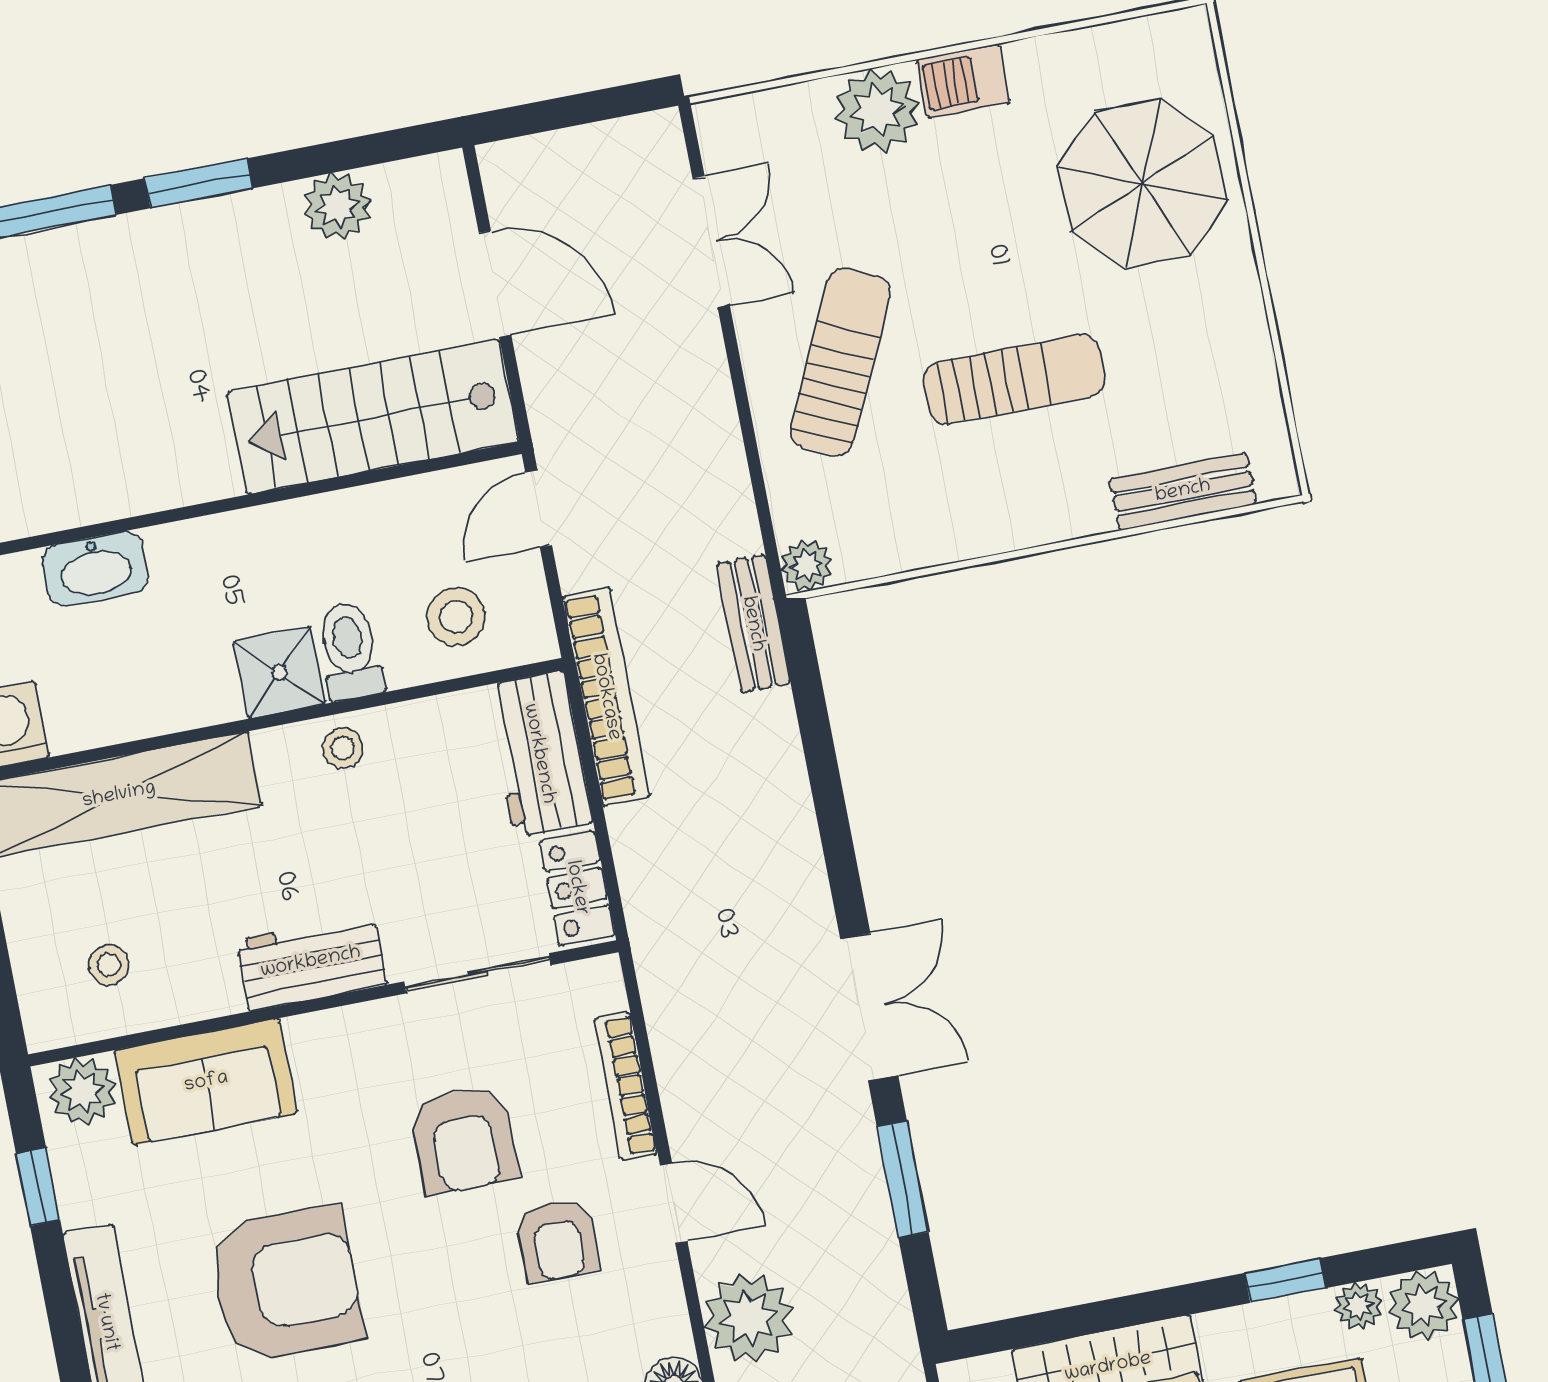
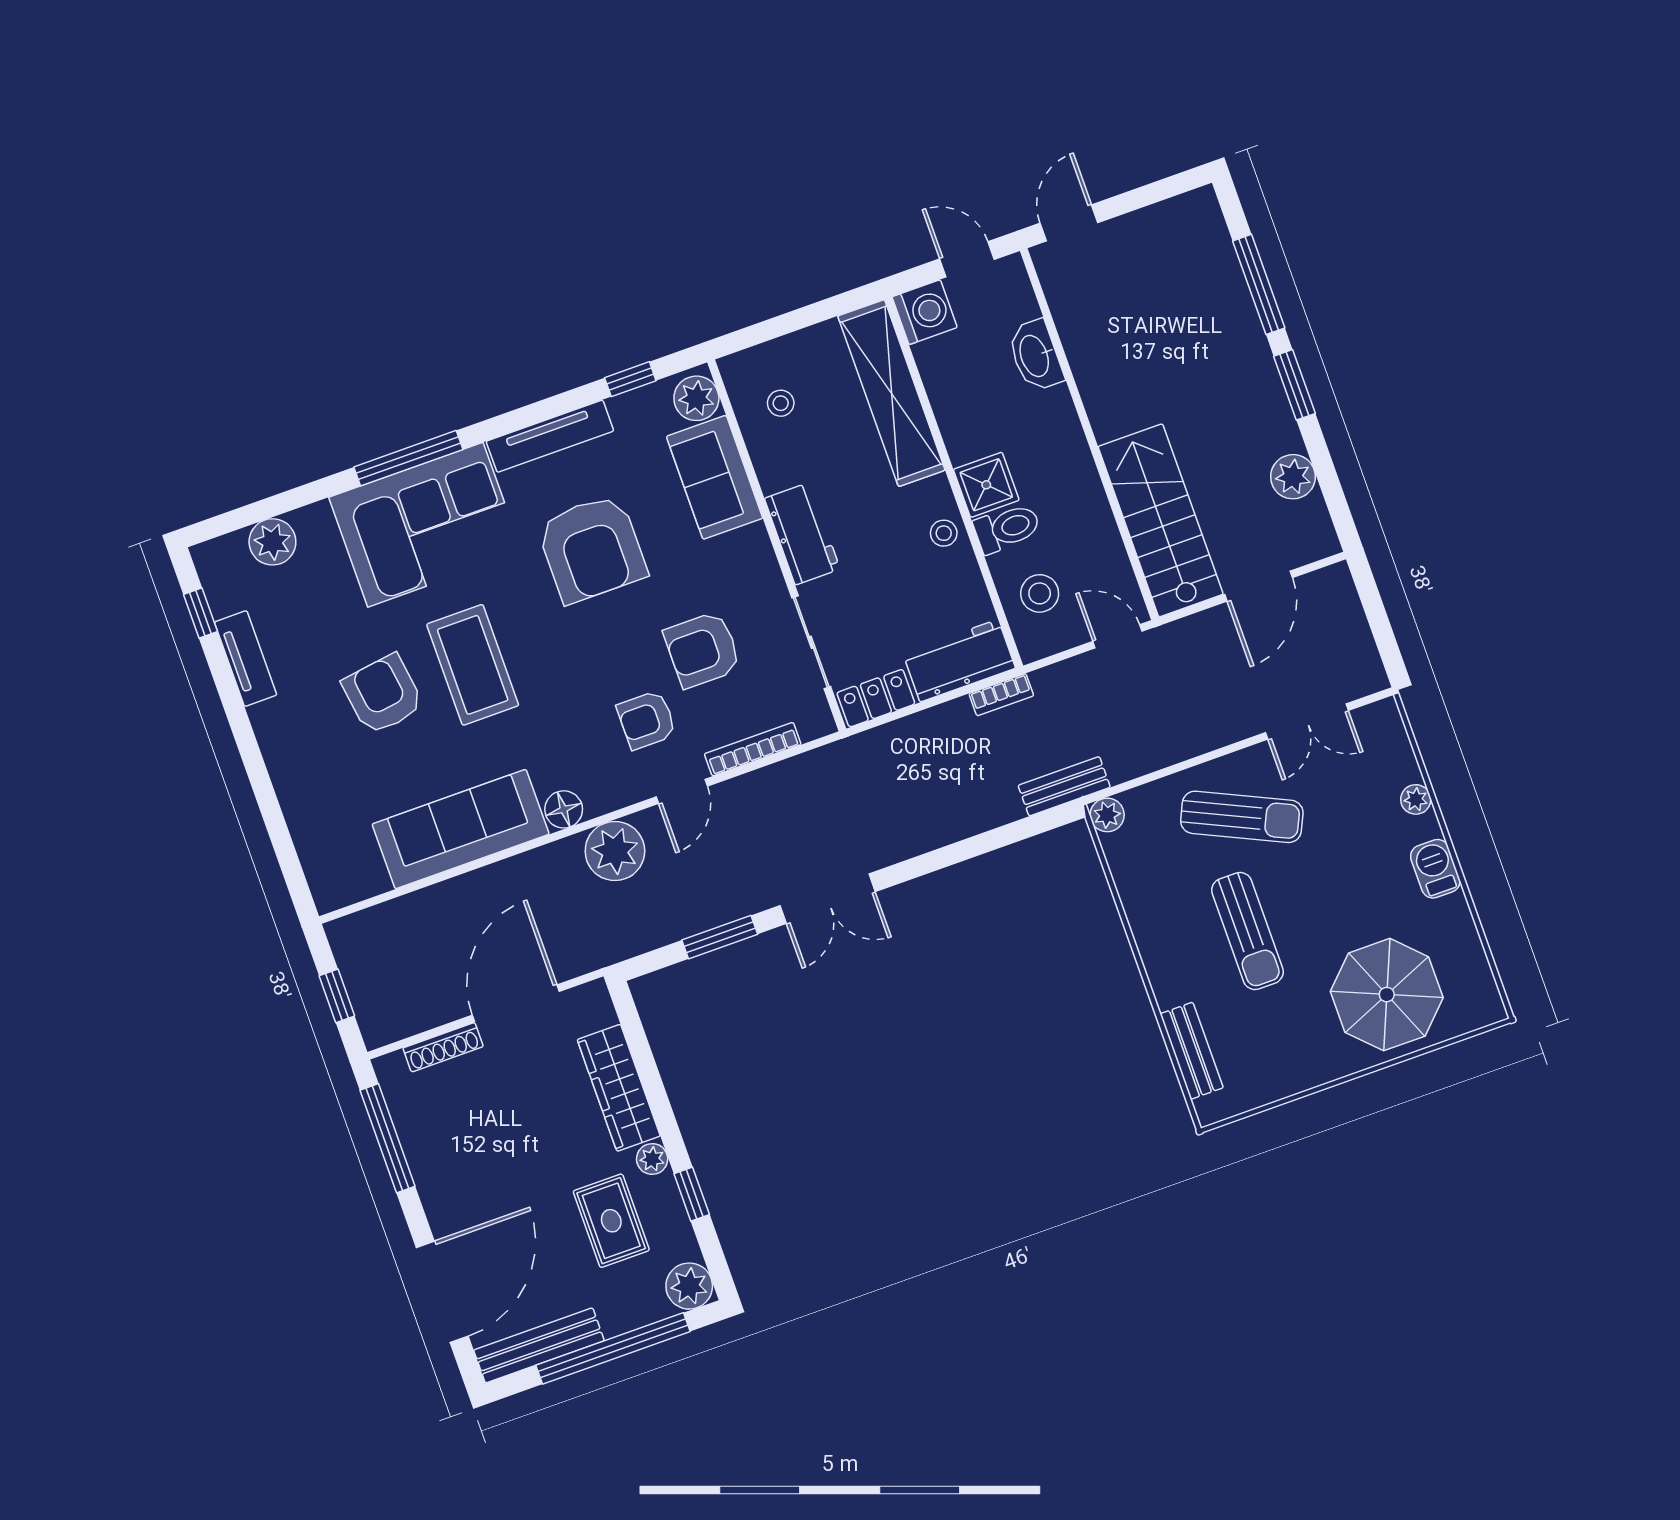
plant: (877, 111) -> (1416, 799), width x0.53, depth x0.53
bookcase: (606, 697) -> (1001, 695), width x0.43, depth x0.76
plant: (1359, 1306) -> (652, 1159), moved

